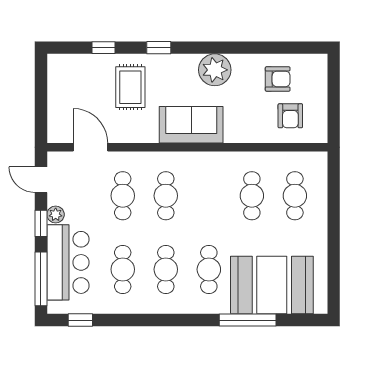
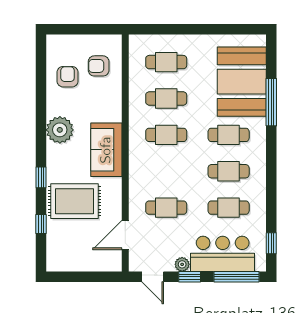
rug: (130, 87) -> (74, 201), width x1.36, depth x1.43
armchair: (290, 116) -> (99, 66), turned 180
door: (41, 180) -> (153, 277), hinge flipped
cafe table: (166, 196) -> (166, 135), moved

